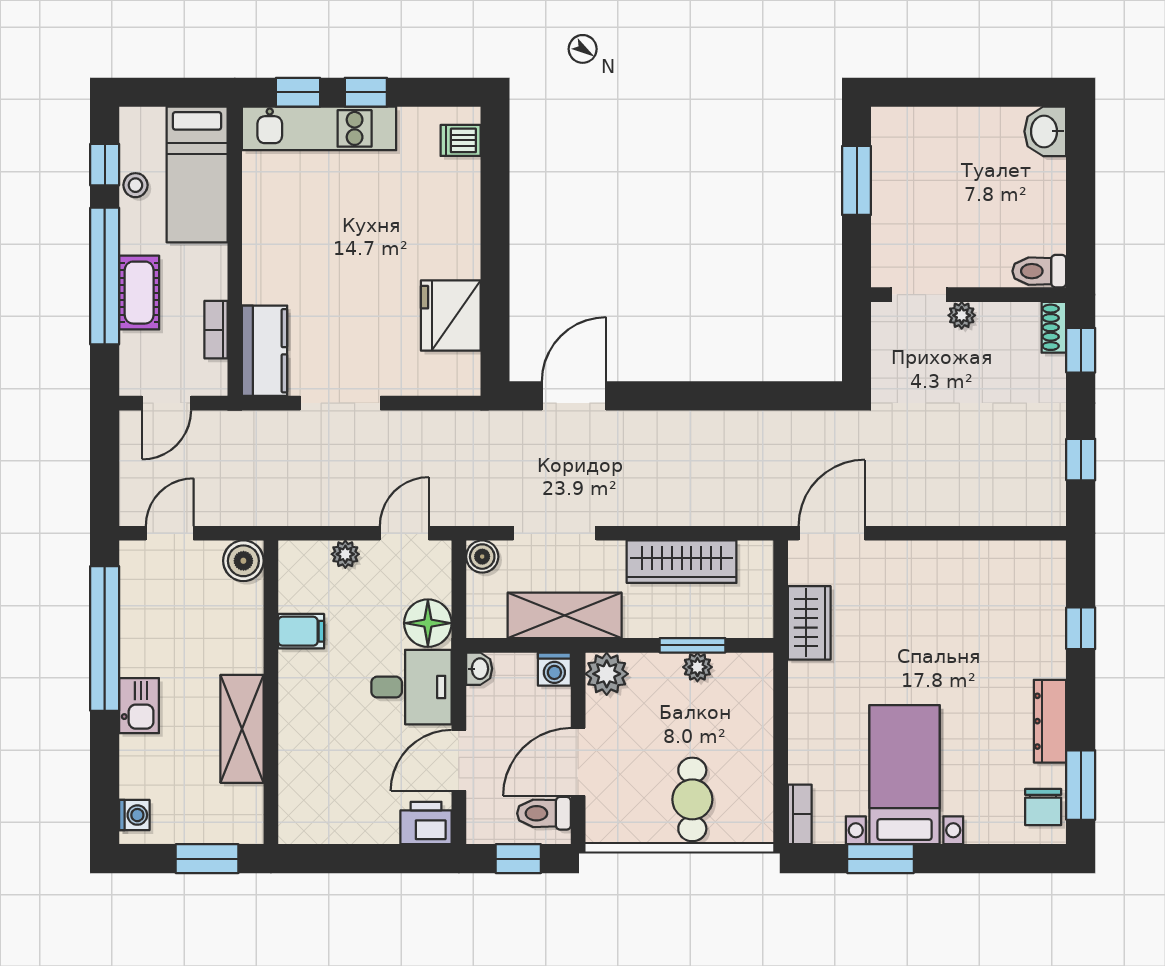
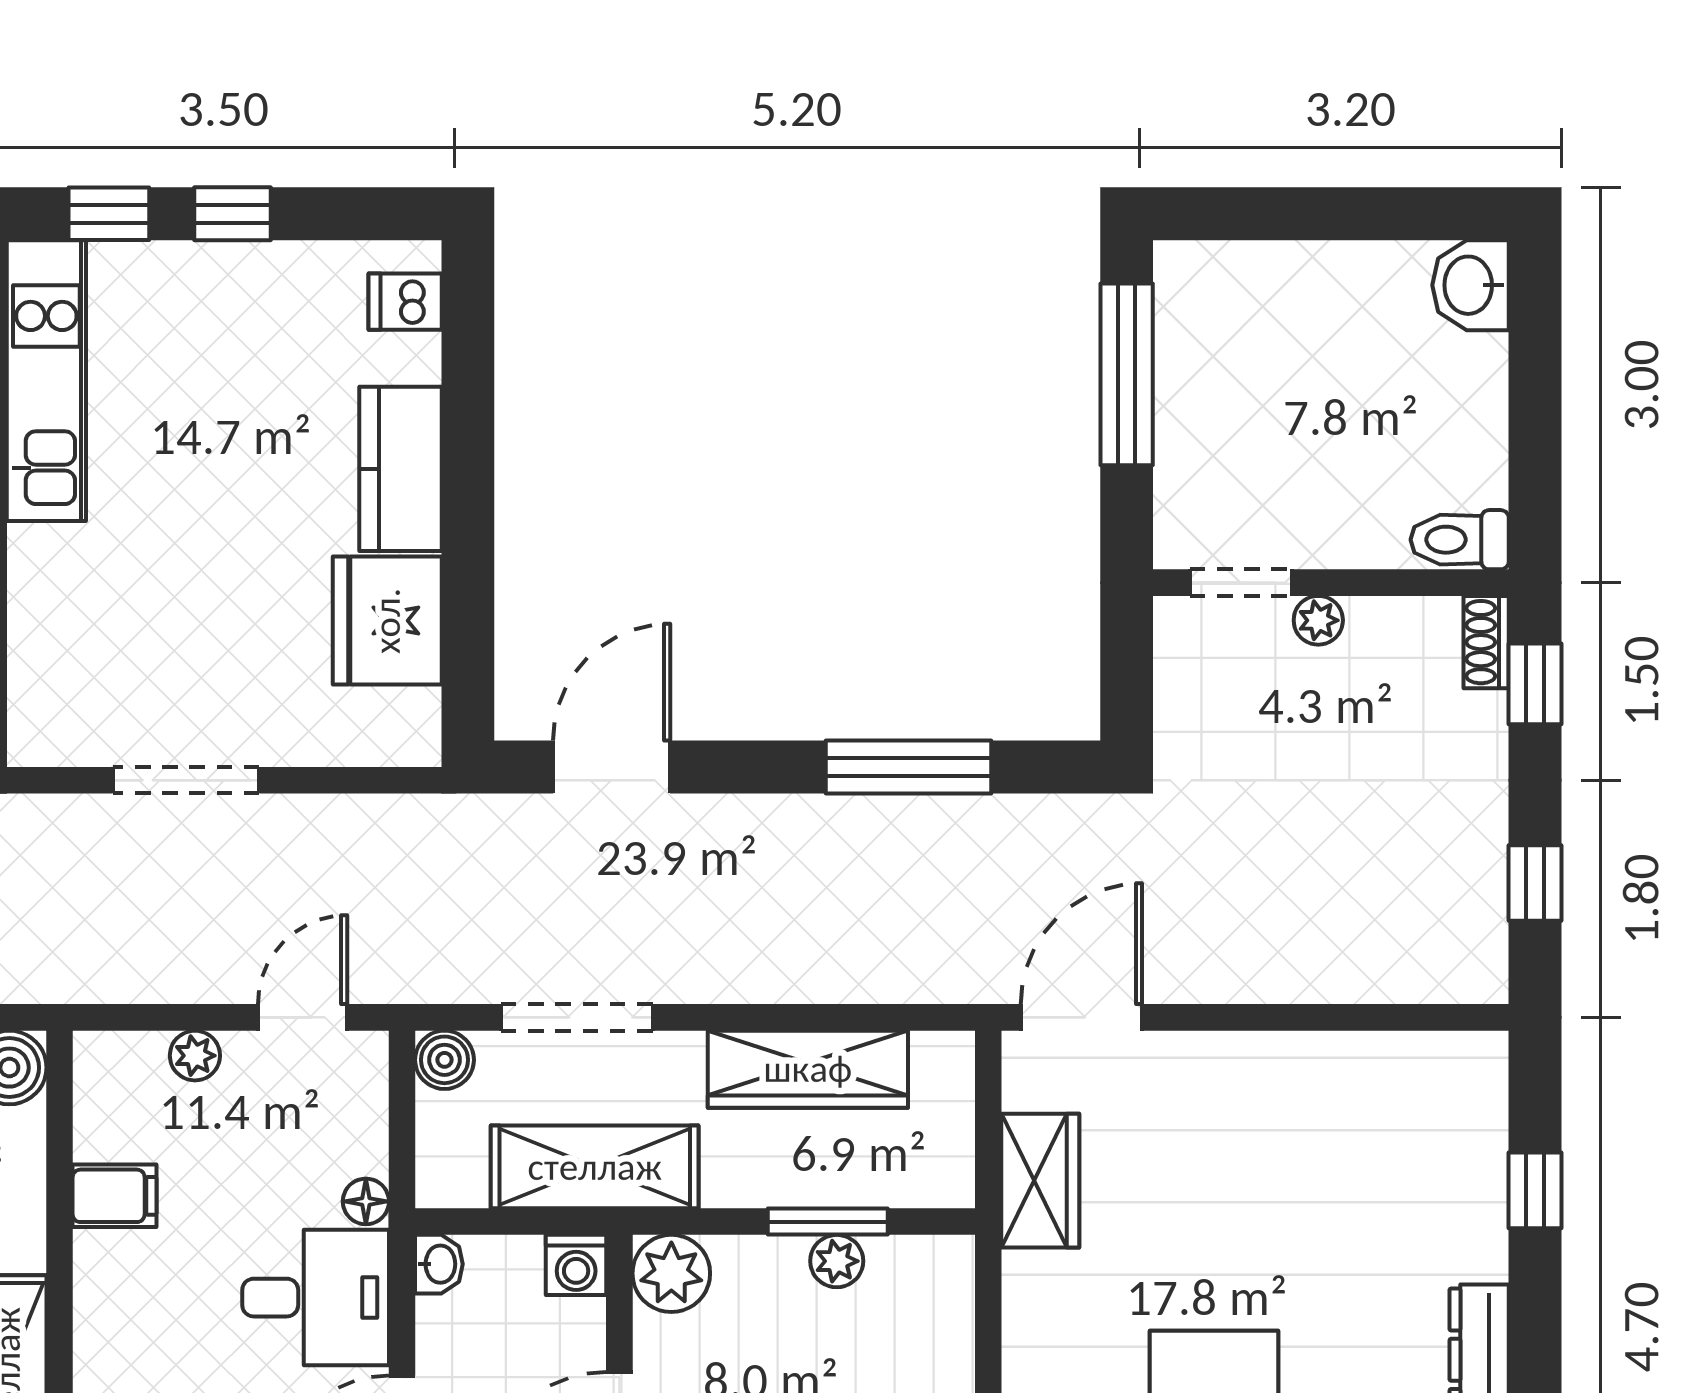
kitchen unit: (319, 128) -> (46, 381), moved, turned -90
window: (857, 180) -> (1127, 374), width x1.44
kitchen counter: (265, 351) -> (400, 469), moved, turned 180
window: (737, 396) -> (909, 767), added
floor lamp: (428, 623) -> (366, 1201), width x0.53, depth x0.53

